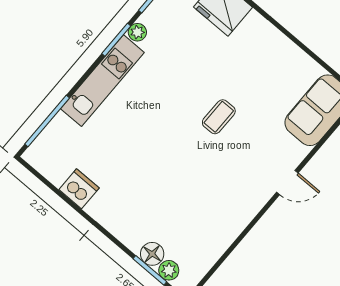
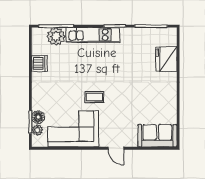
plant: (137, 32) -> (56, 37), moved, width x1.88, depth x1.88
coffee table: (219, 117) -> (94, 97), moved
corner sofa: (210, 219) -> (73, 129), added

